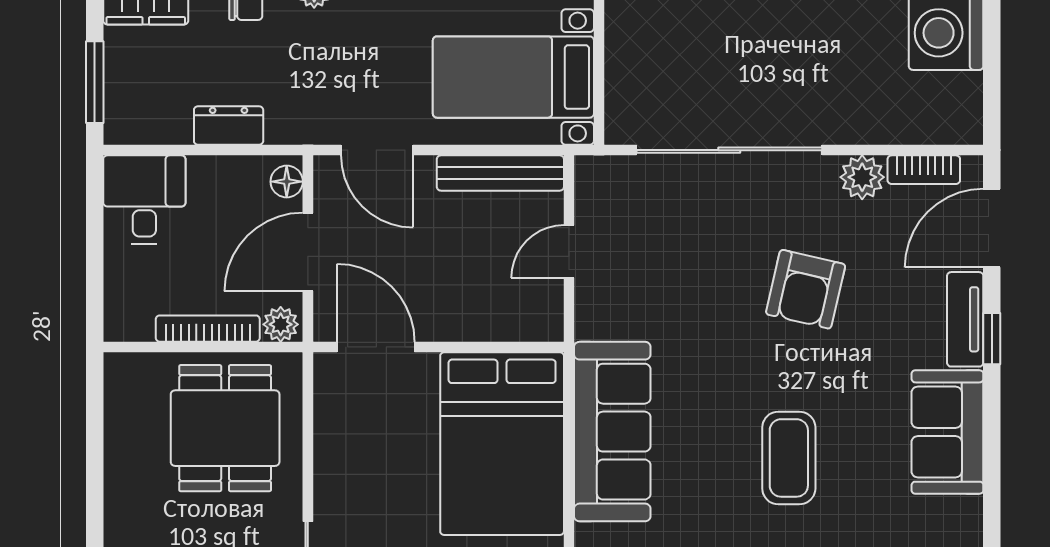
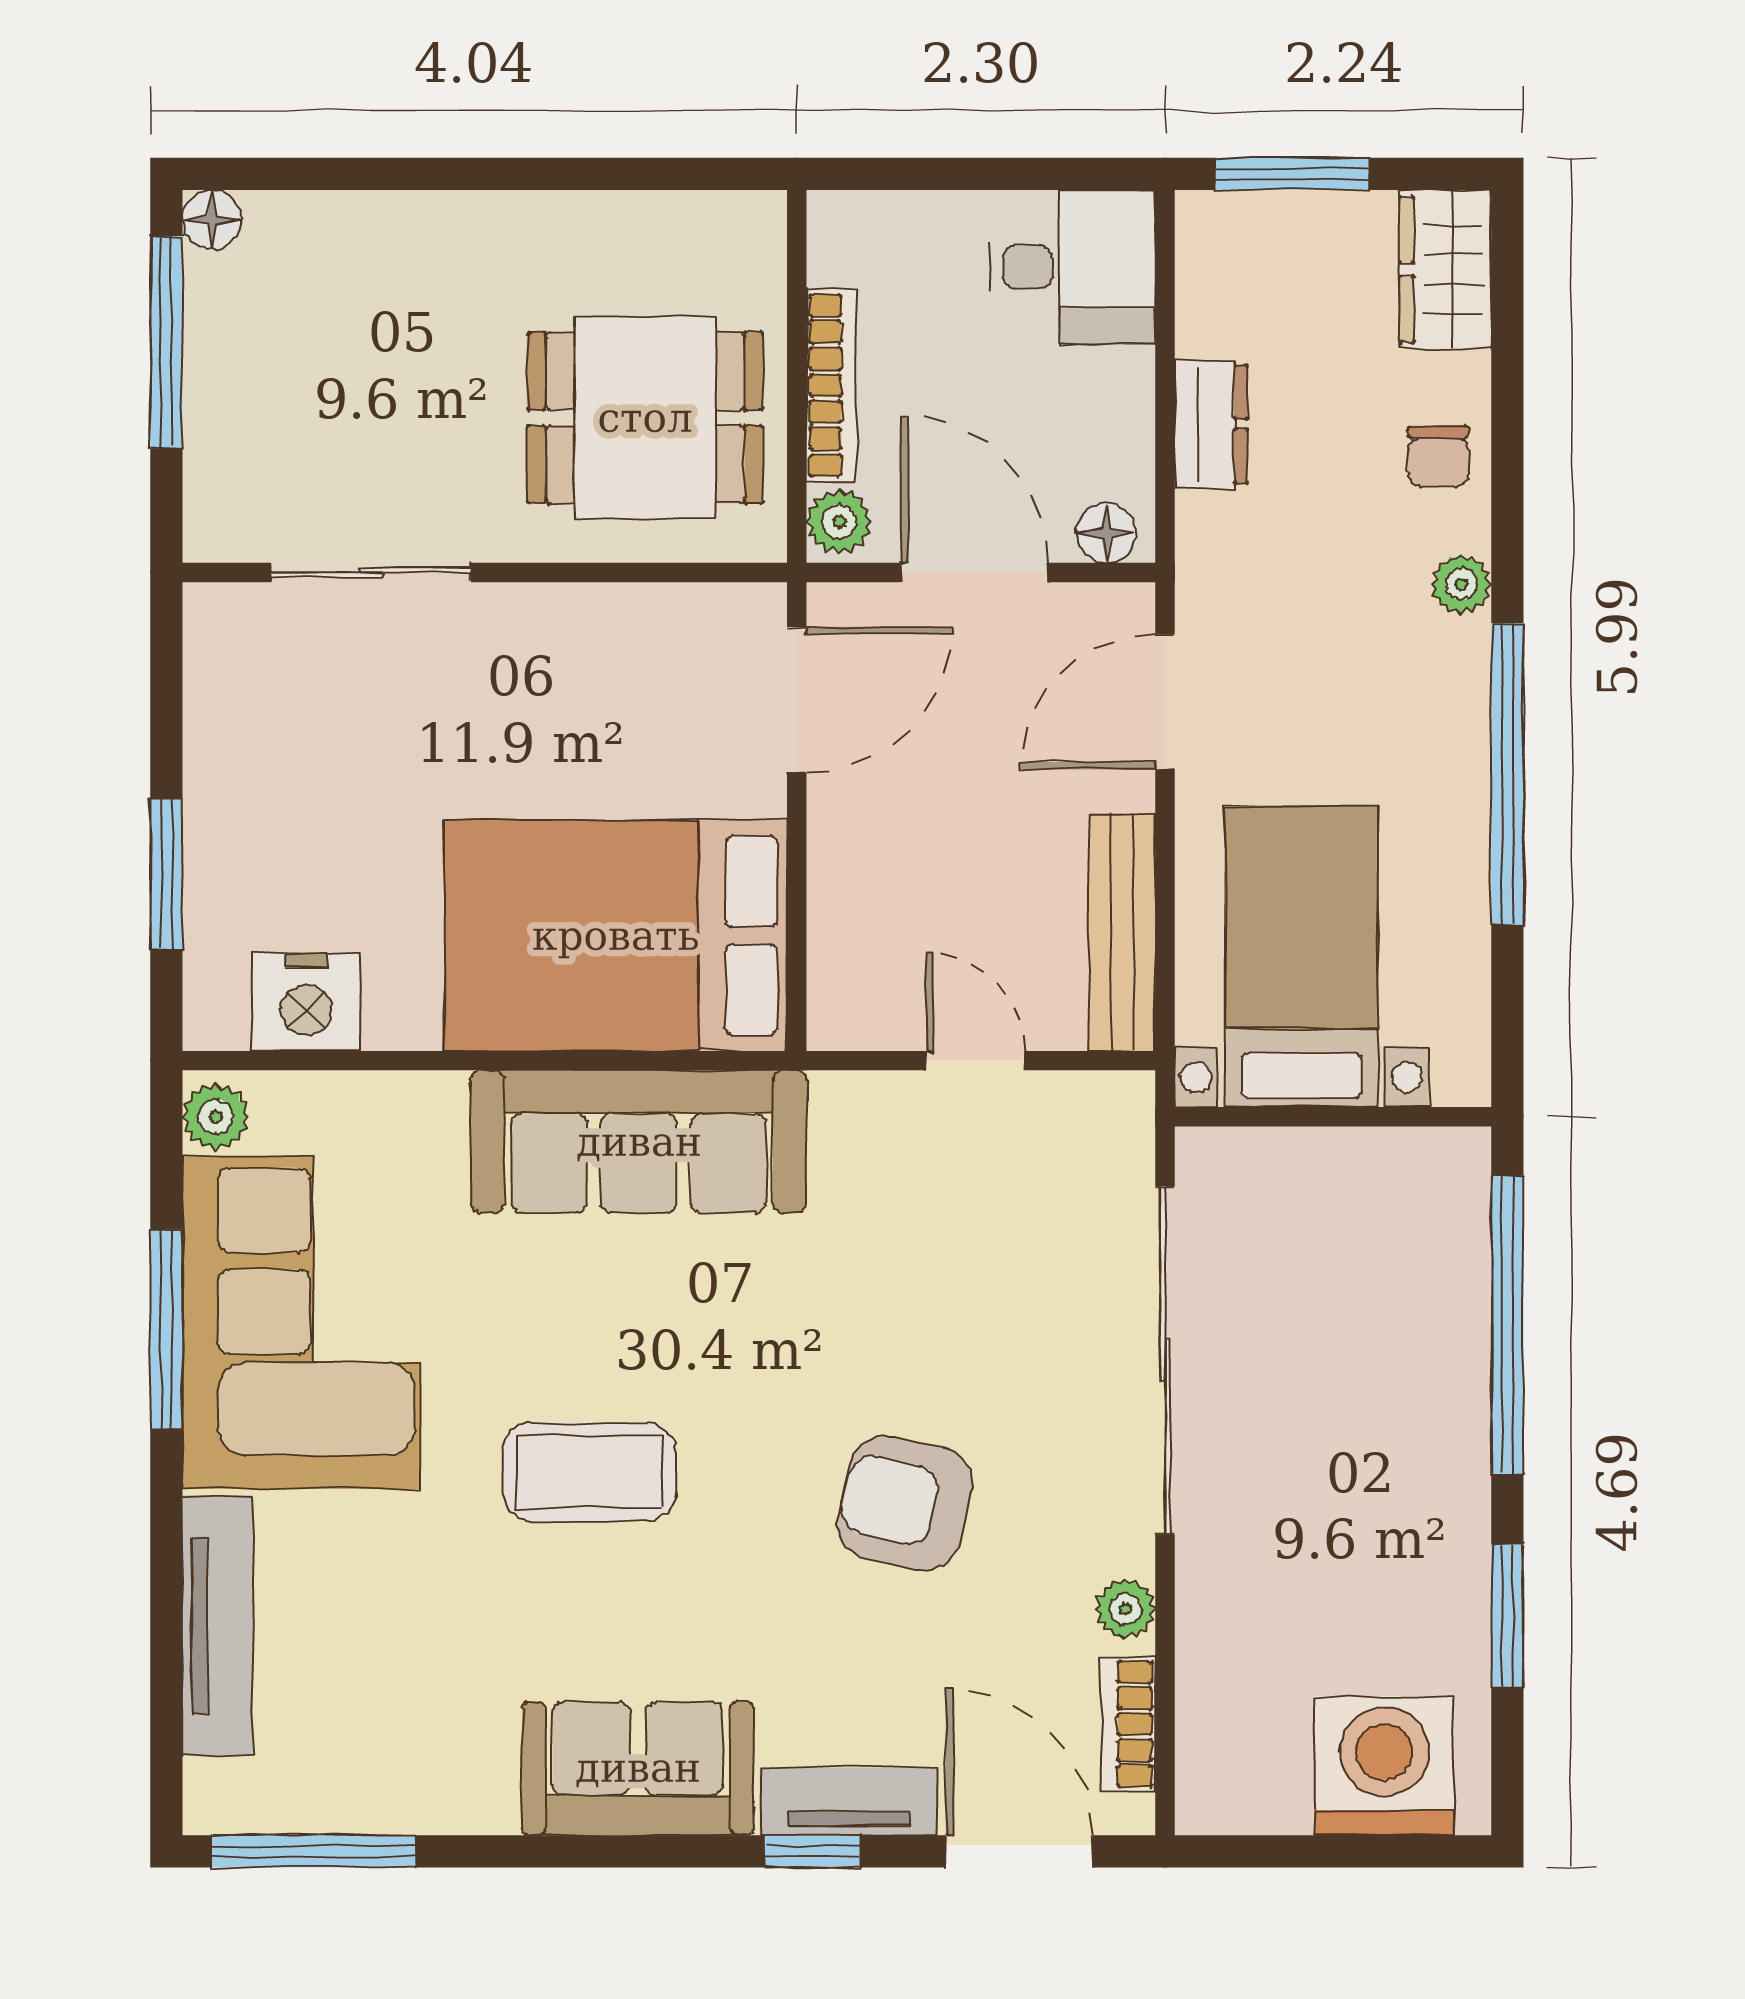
plant: (862, 177) -> (1125, 1609), width x0.73, depth x0.73

